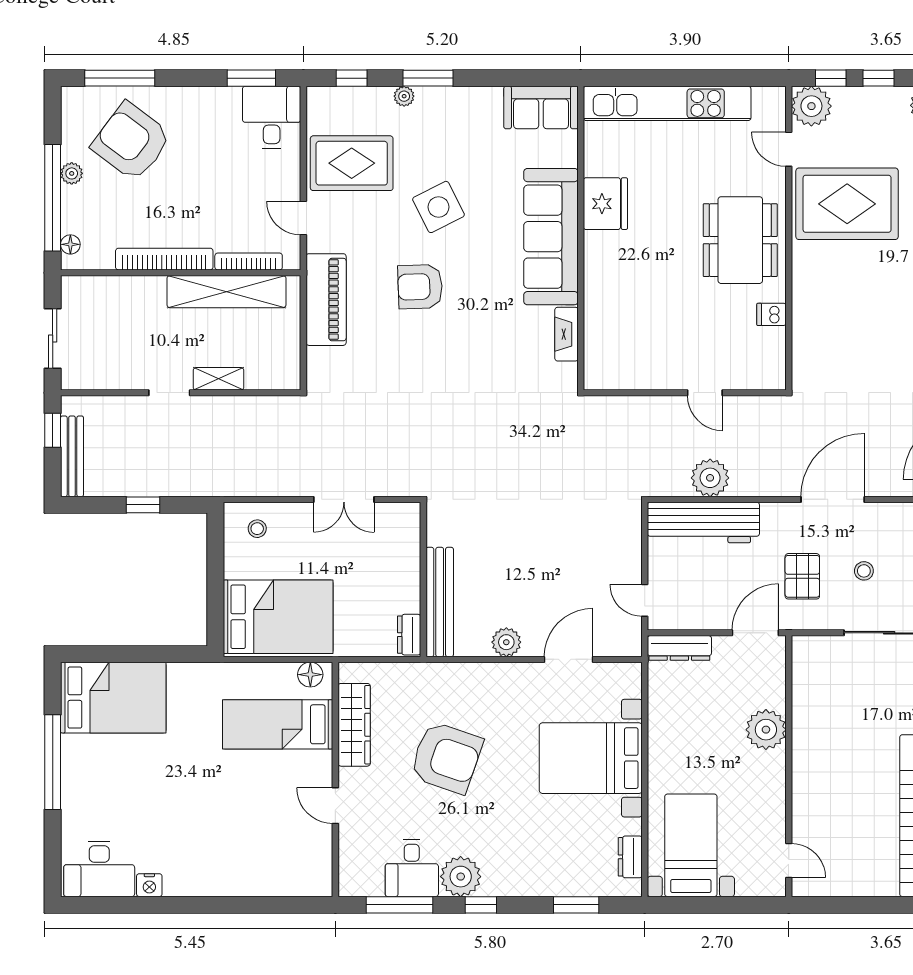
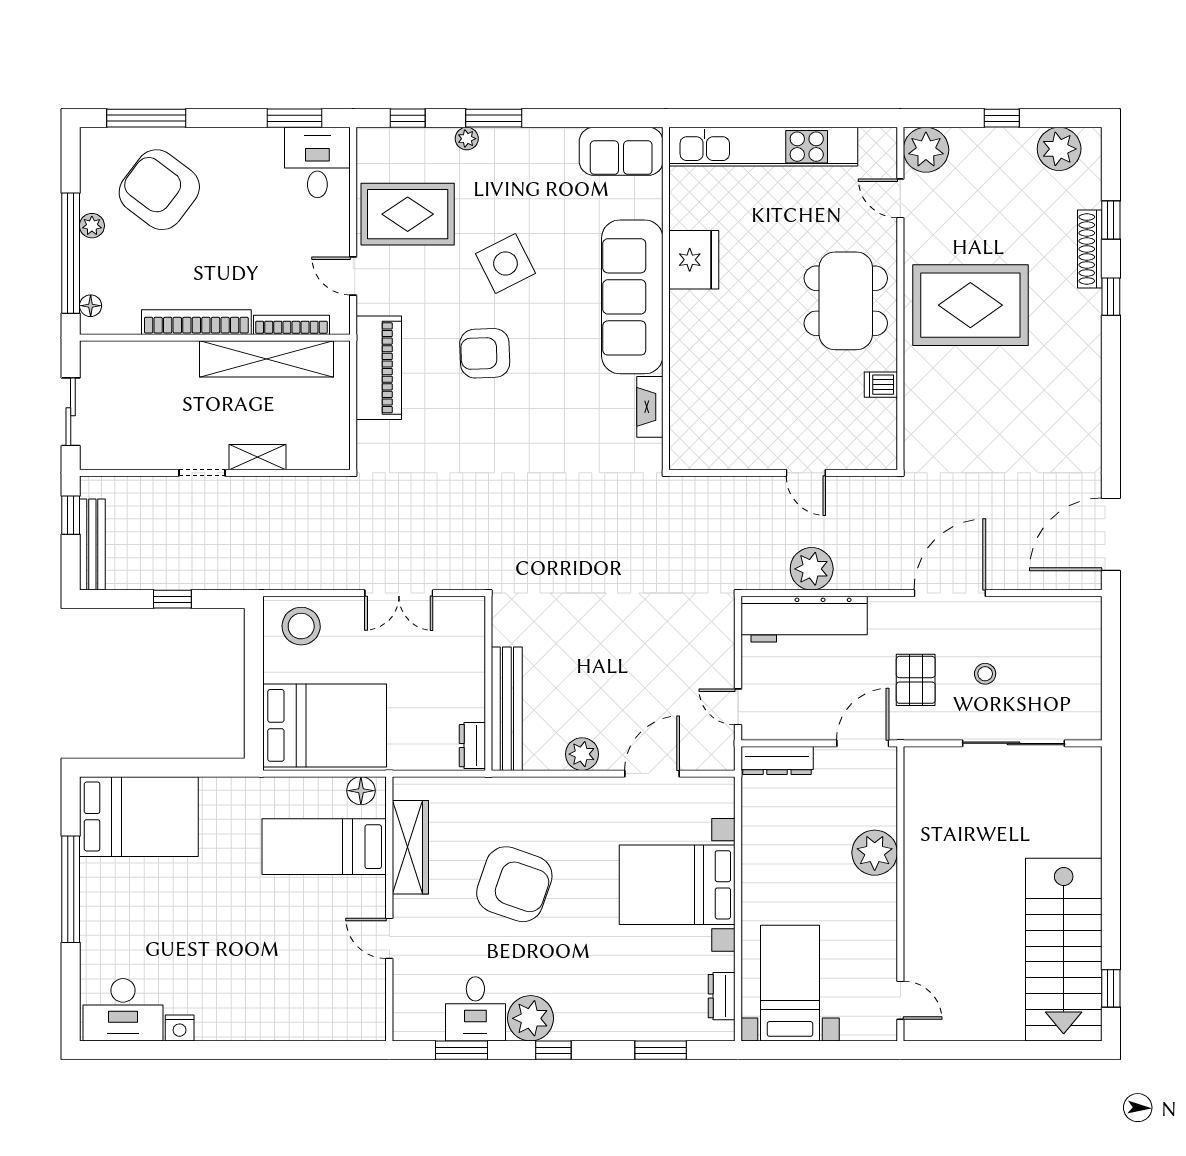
window: (831, 78) -> (948, 118), removed
rug: (847, 204) -> (970, 305), moved
stool: (257, 529) -> (301, 626), width x1.89, depth x1.89
window: (399, 905) -> (462, 1050), width x0.69

